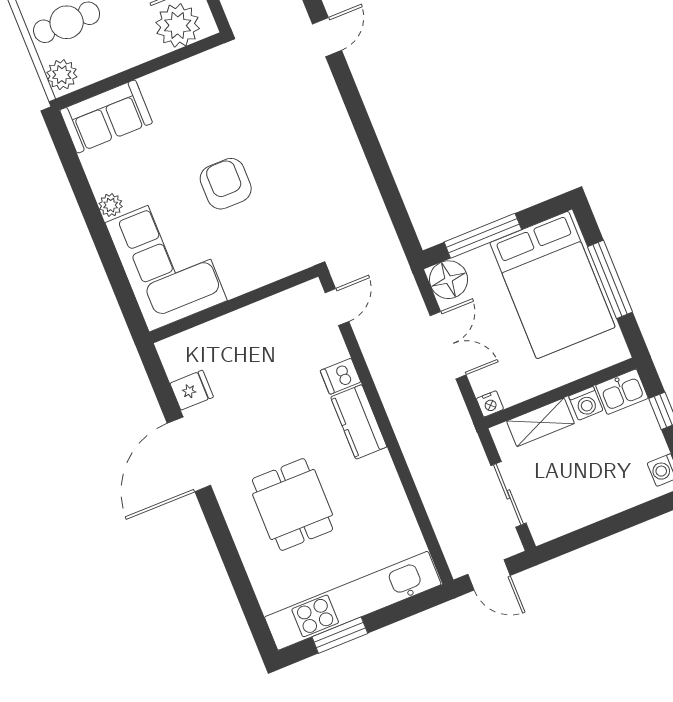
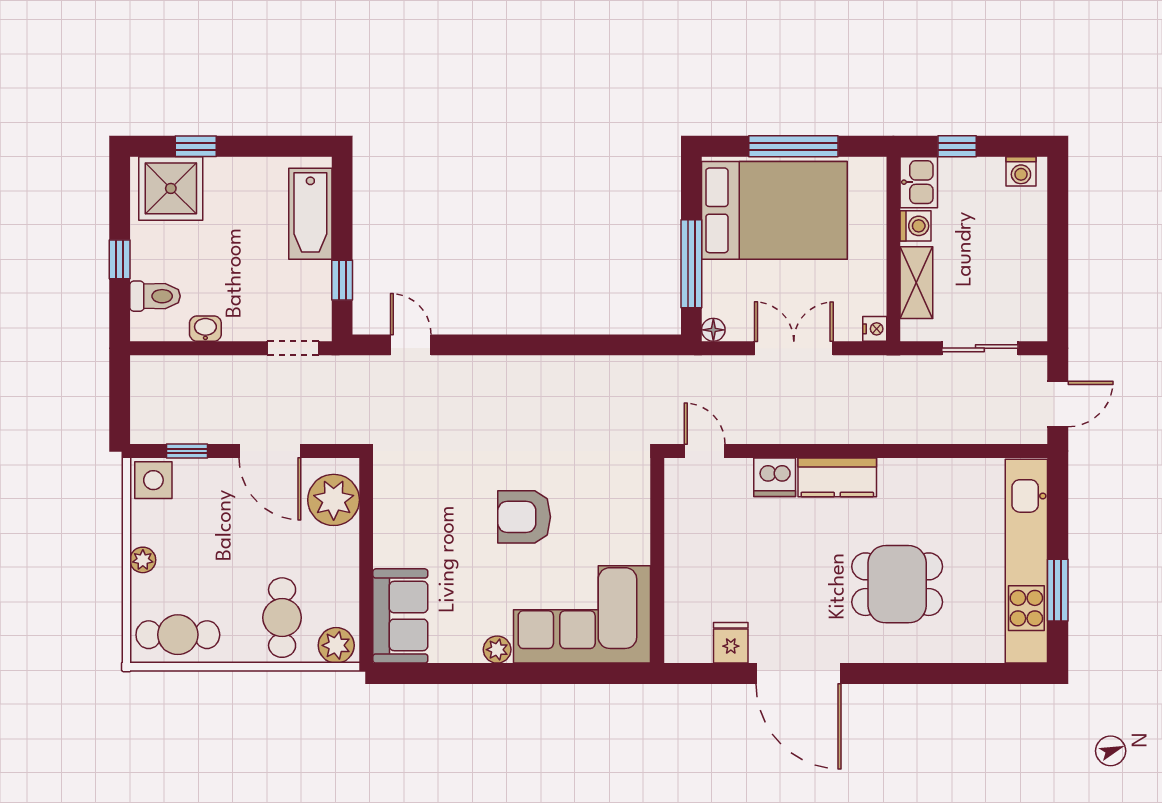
floor lamp: (449, 280) -> (713, 330), width x0.53, depth x0.53
dishwasher: (340, 376) -> (775, 477), width x1.38

